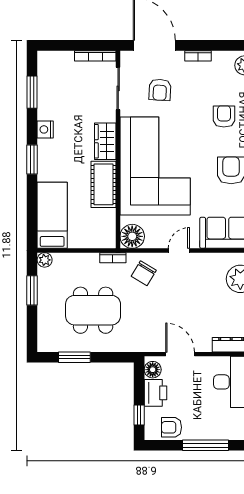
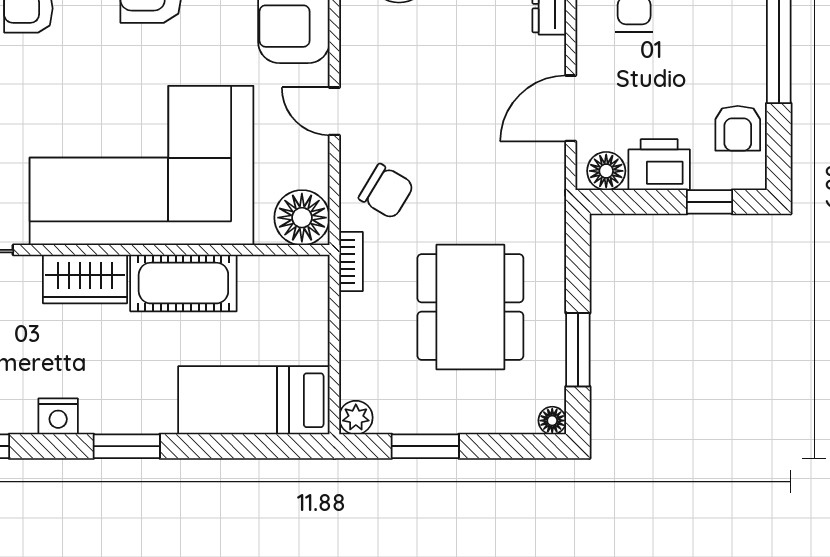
floor lamp: (43, 346) -> (552, 421), added

